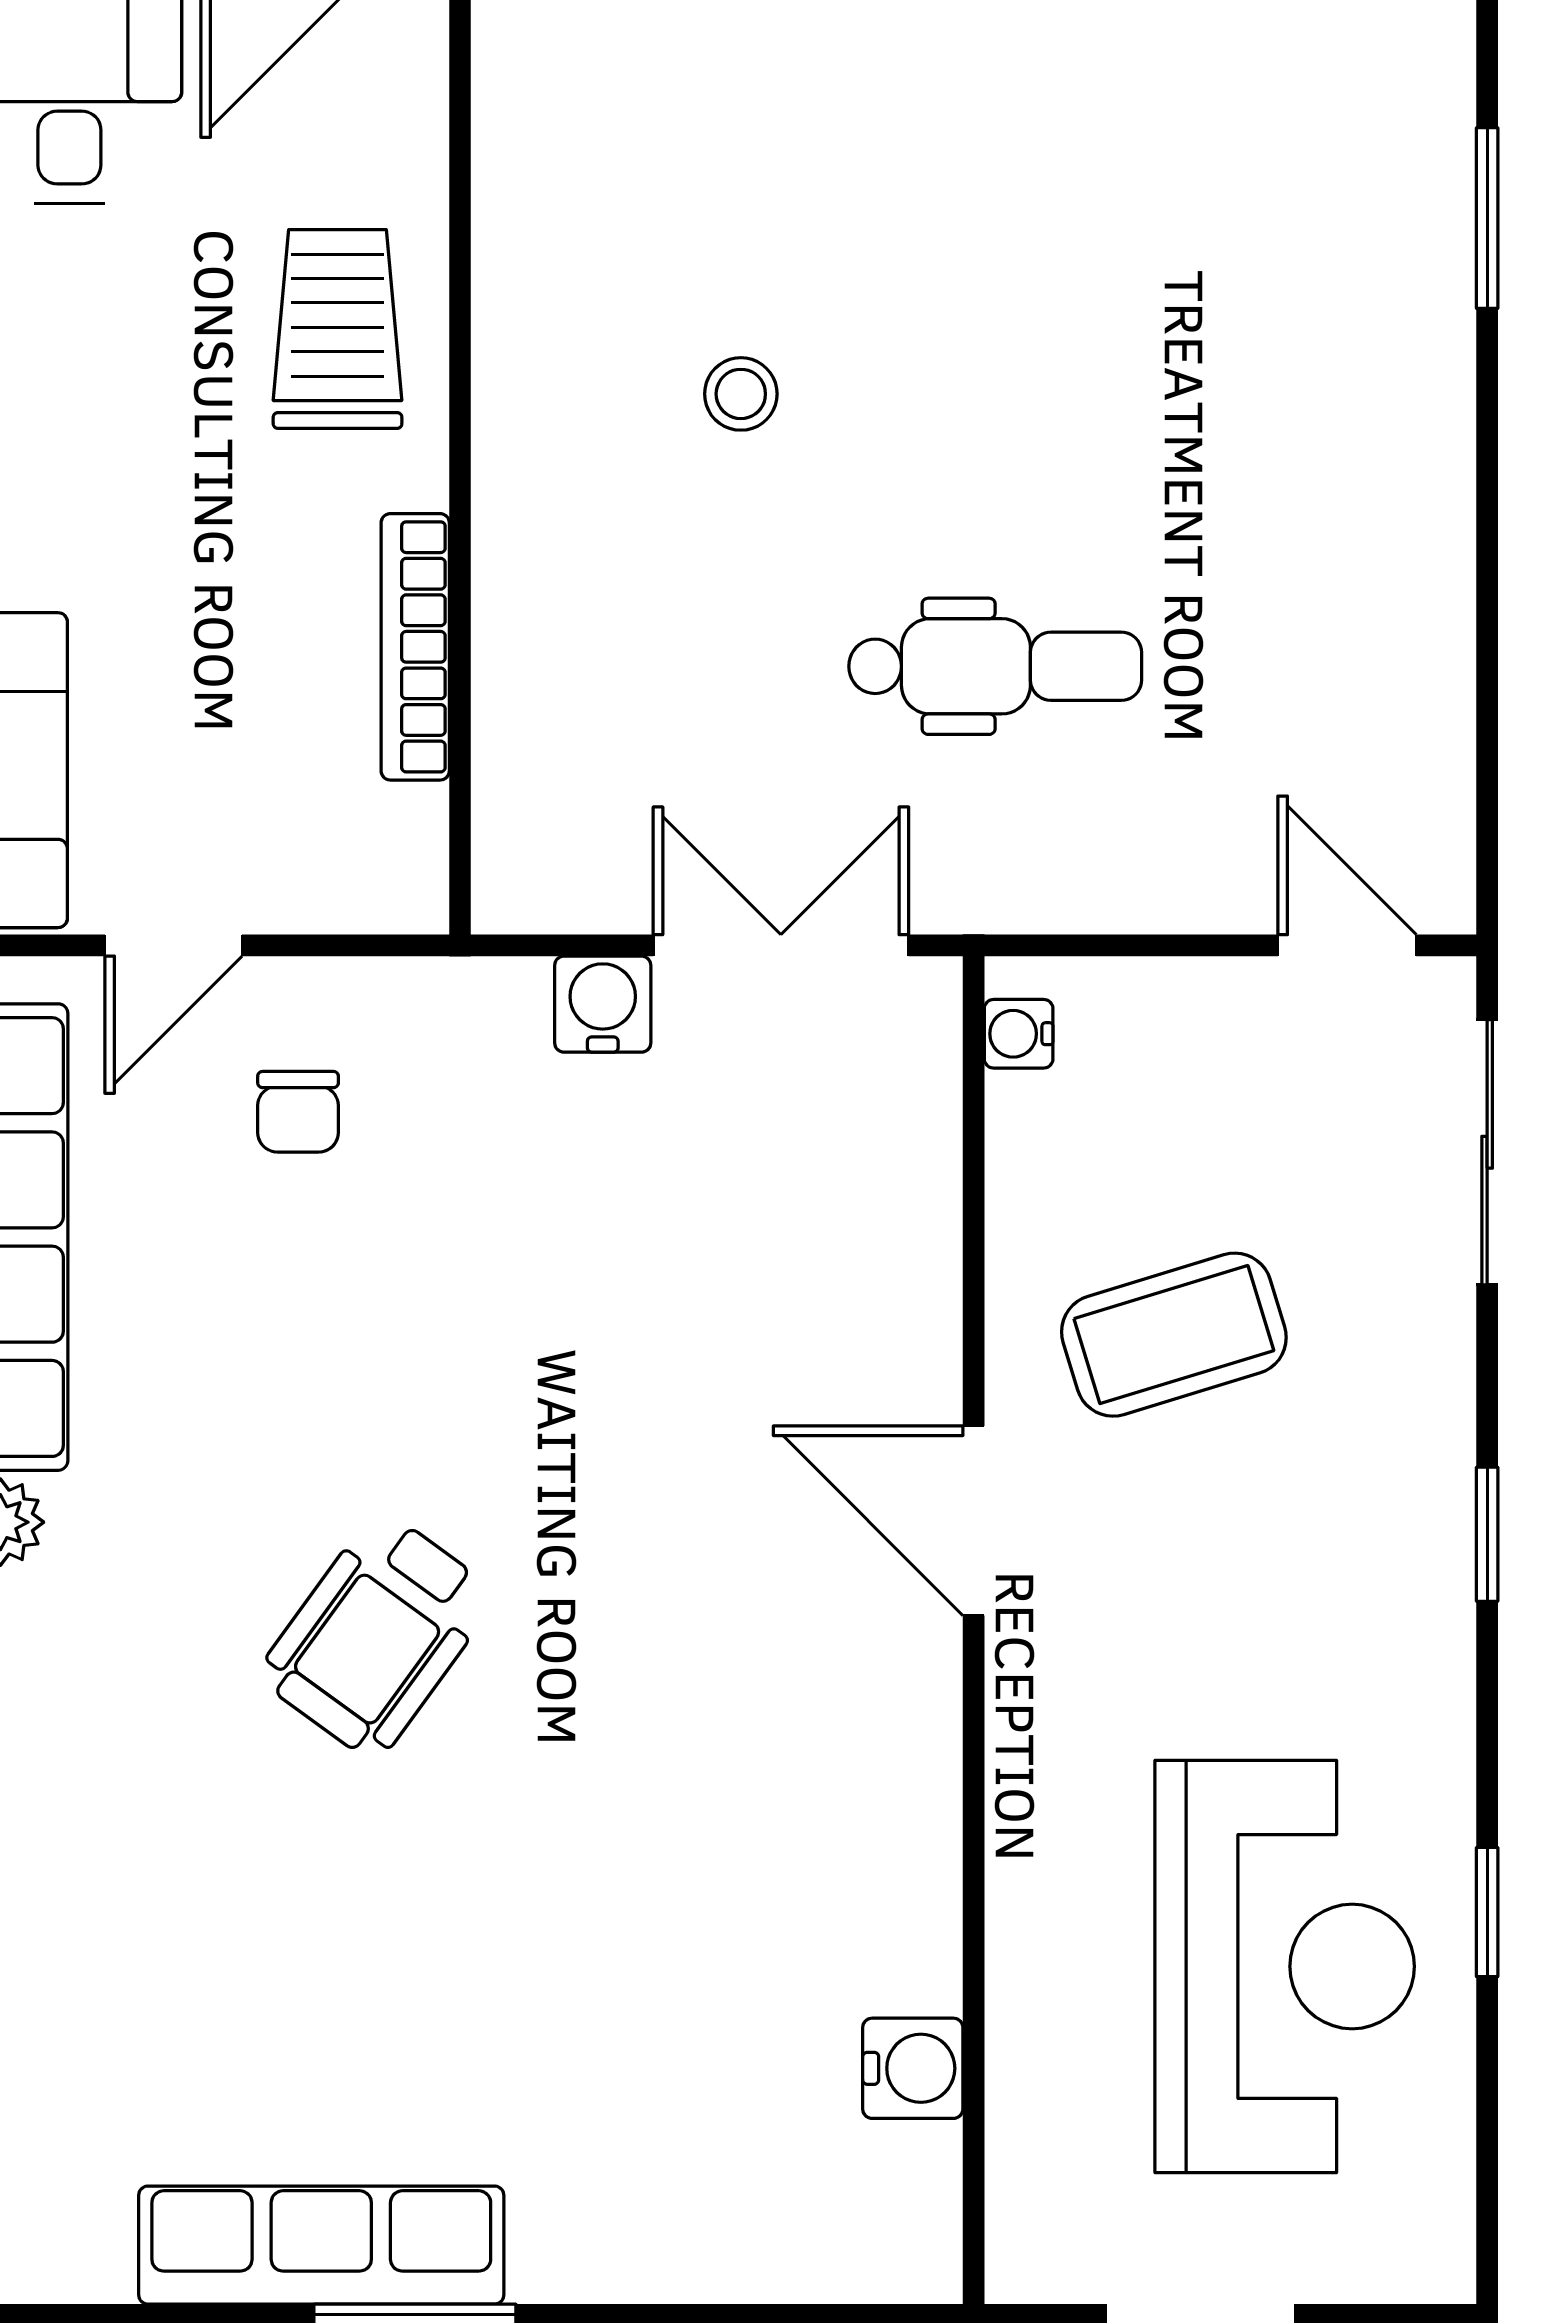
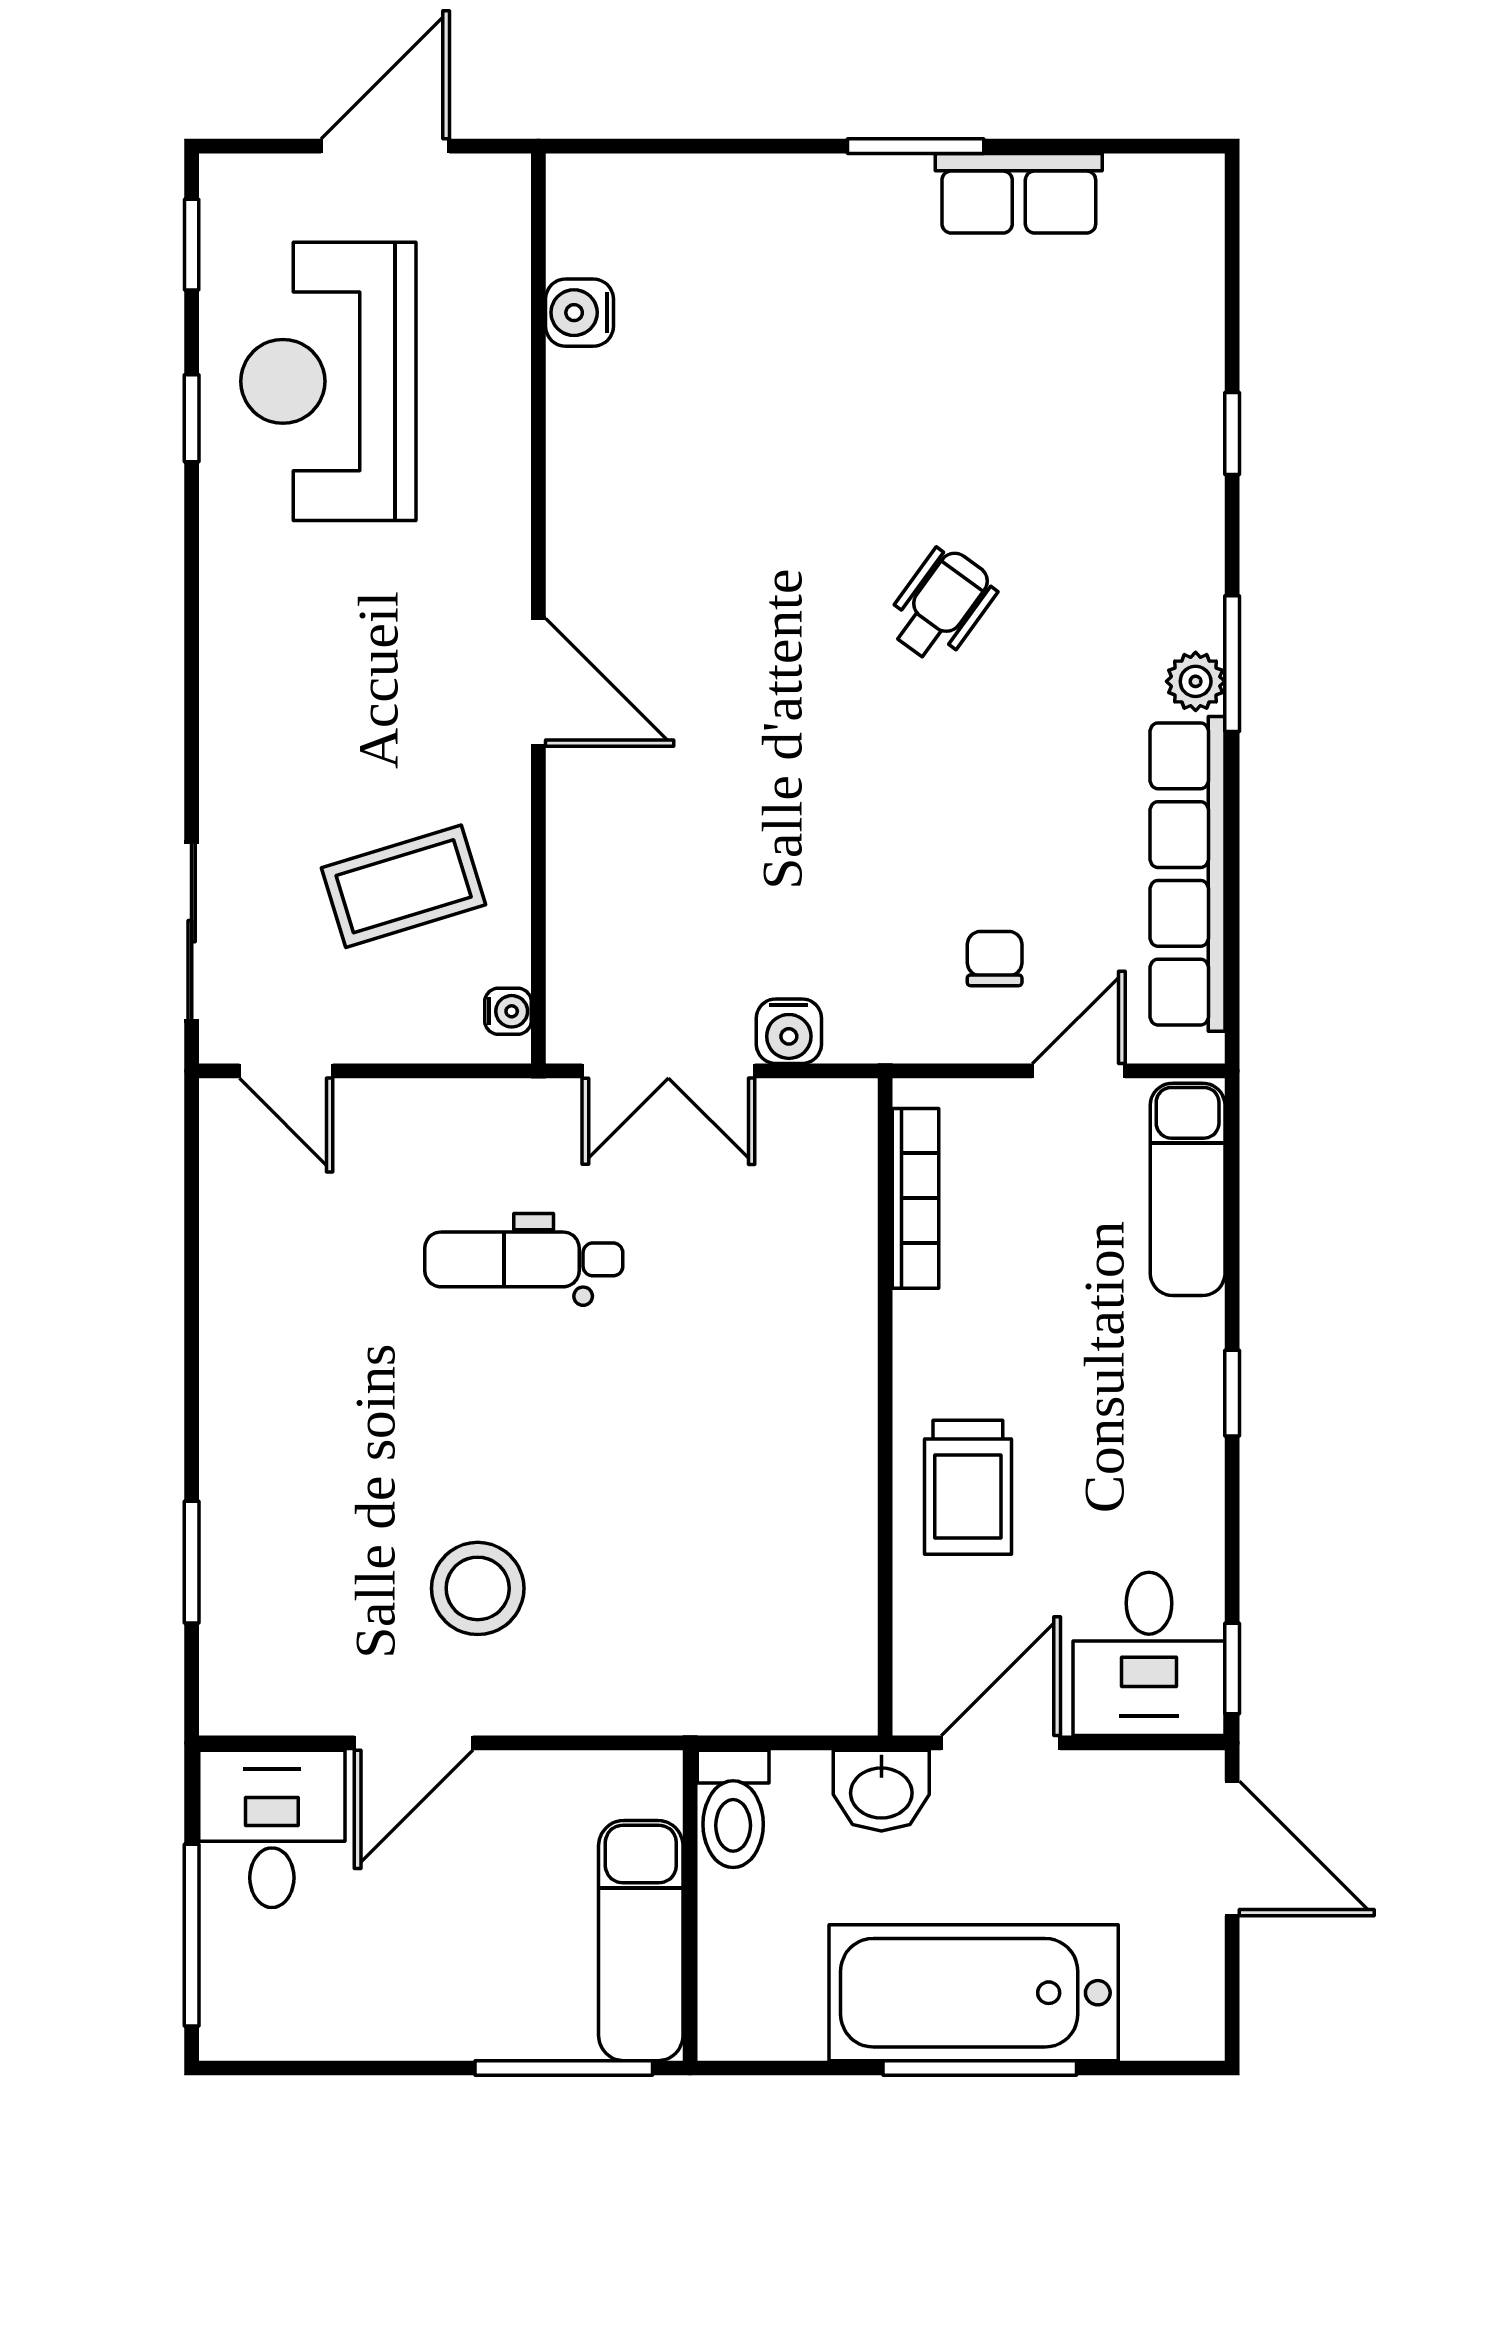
stool: (741, 394) -> (478, 1588), moved, width x1.89, depth x1.89
bookcase: (415, 647) -> (915, 1198), moved
coffee table: (1174, 1335) -> (404, 886), moved
window: (1487, 1534) -> (192, 245), moved
wheelchair: (377, 1635) -> (941, 605), width x0.73, depth x0.73
row of seats: (321, 2245) -> (1019, 193), width x0.68

